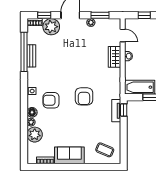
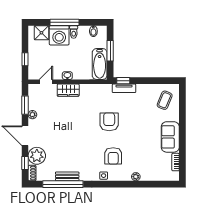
armchair: (84, 96) -> (109, 122), turned -90
floor lamp: (32, 112) -> (126, 176), removed
plant: (35, 135) -> (149, 173), removed

